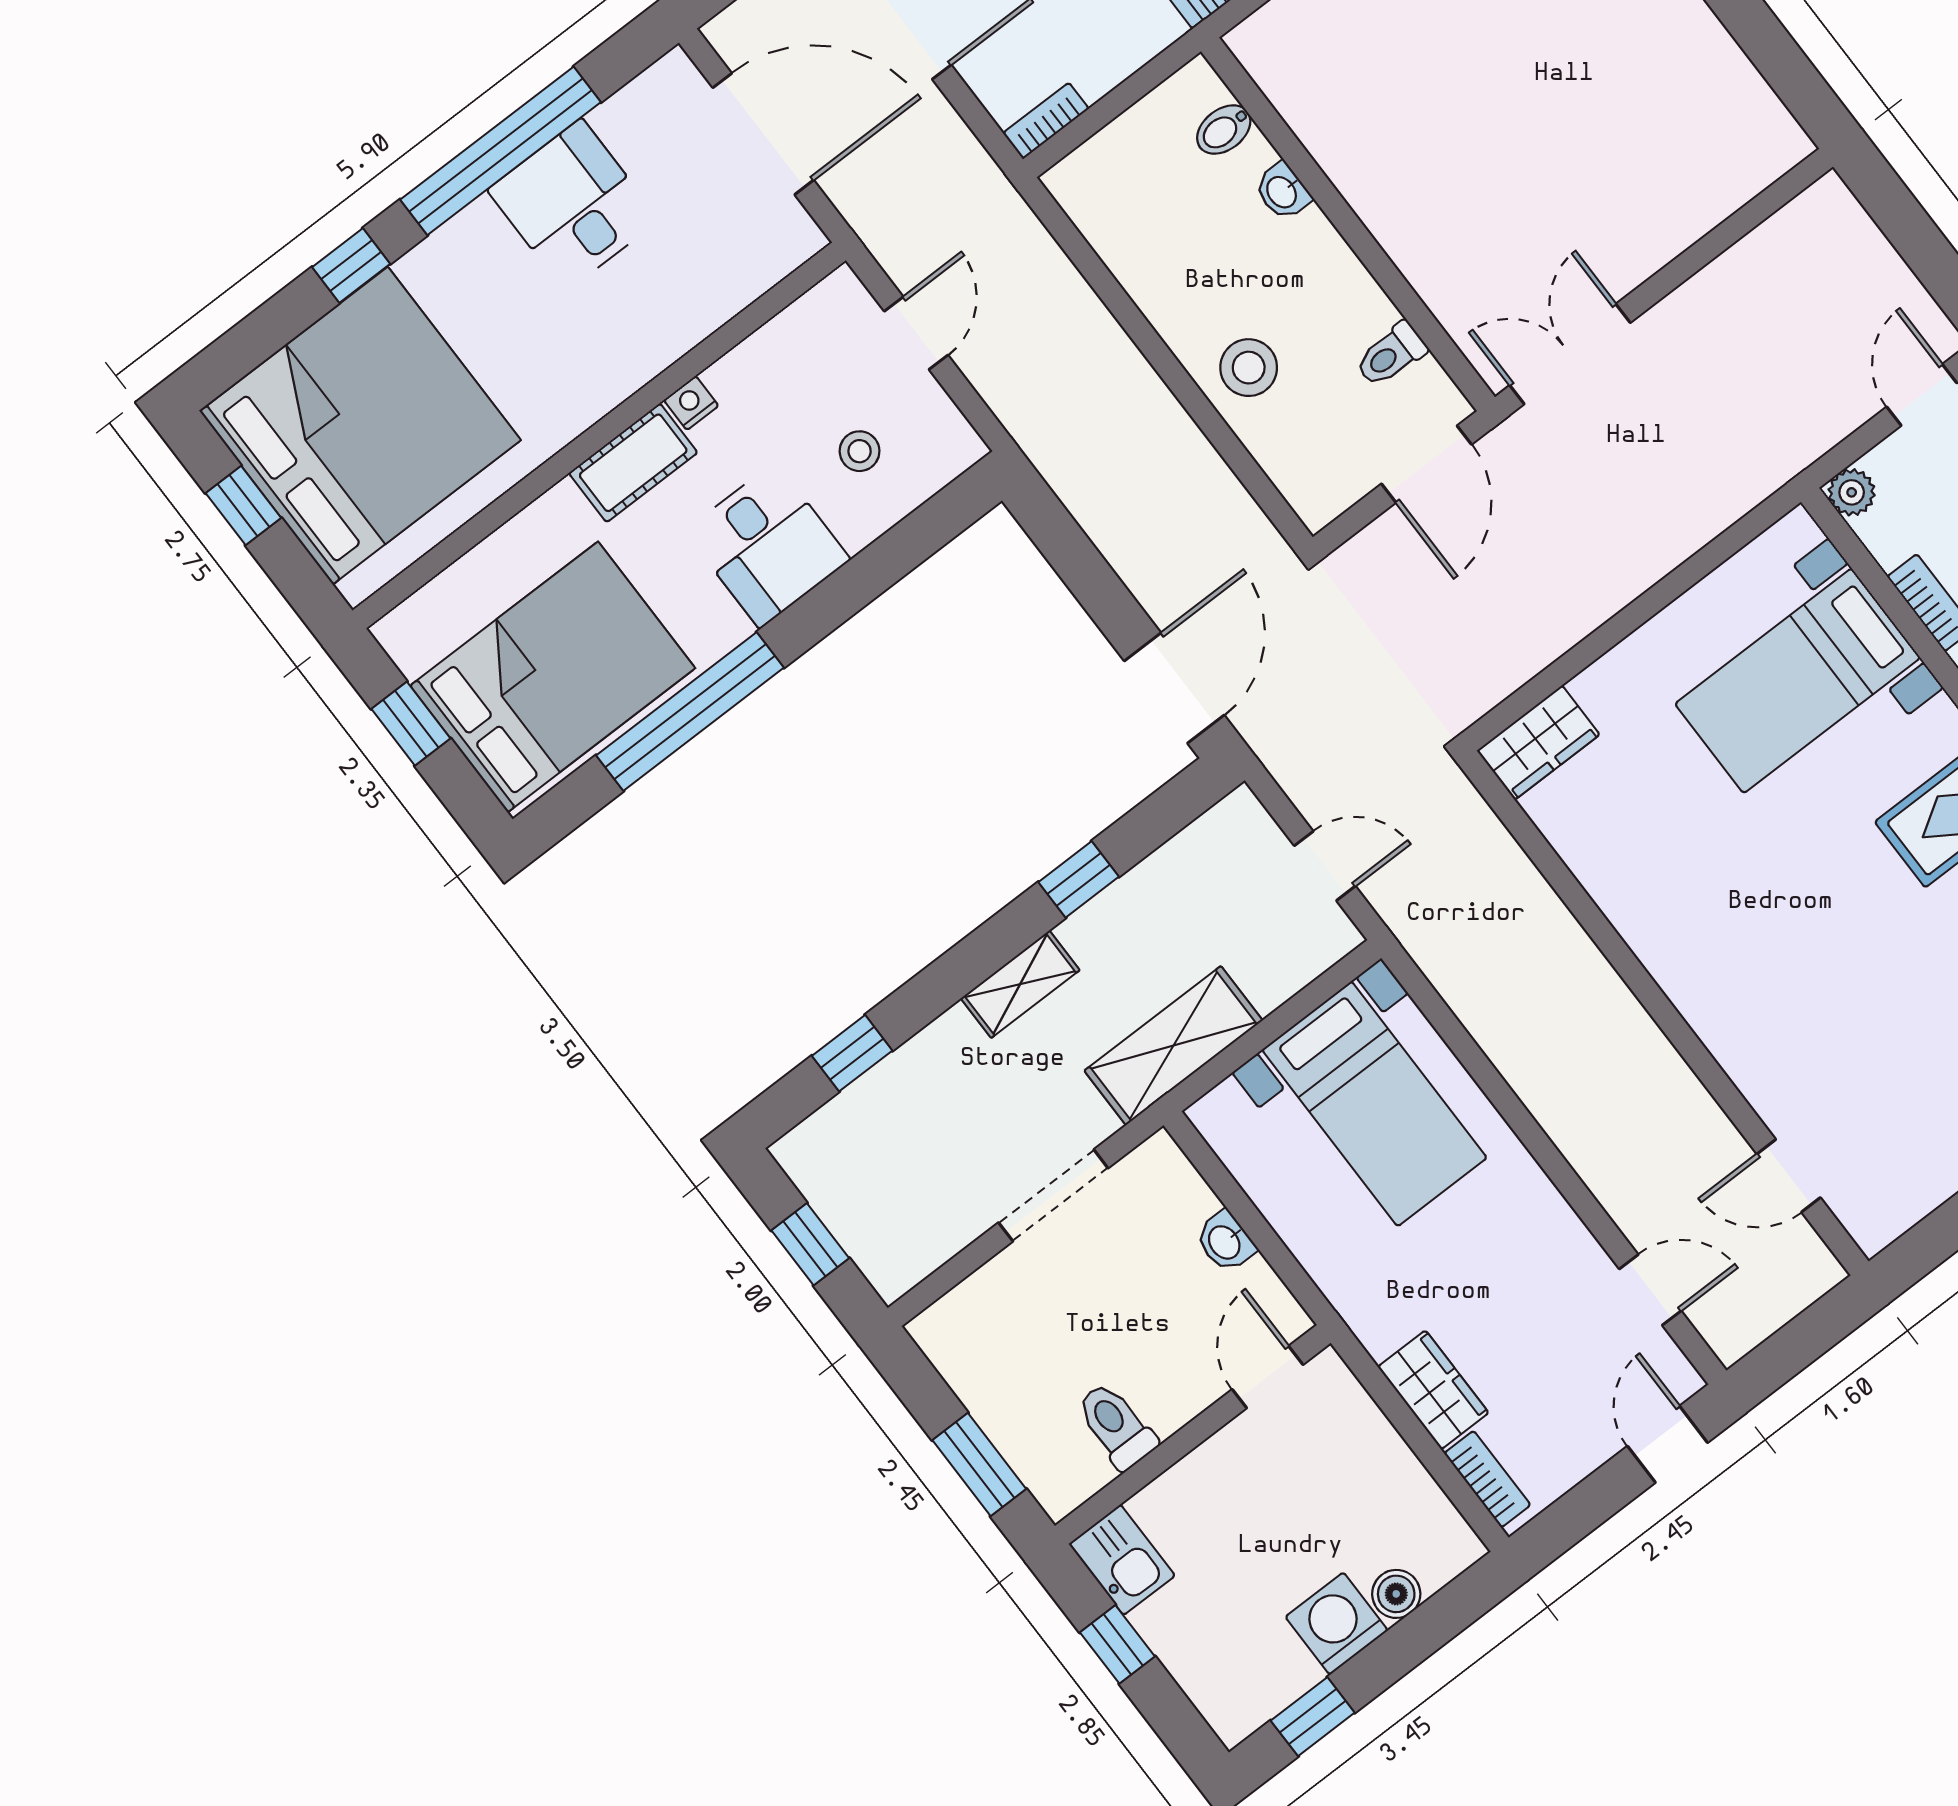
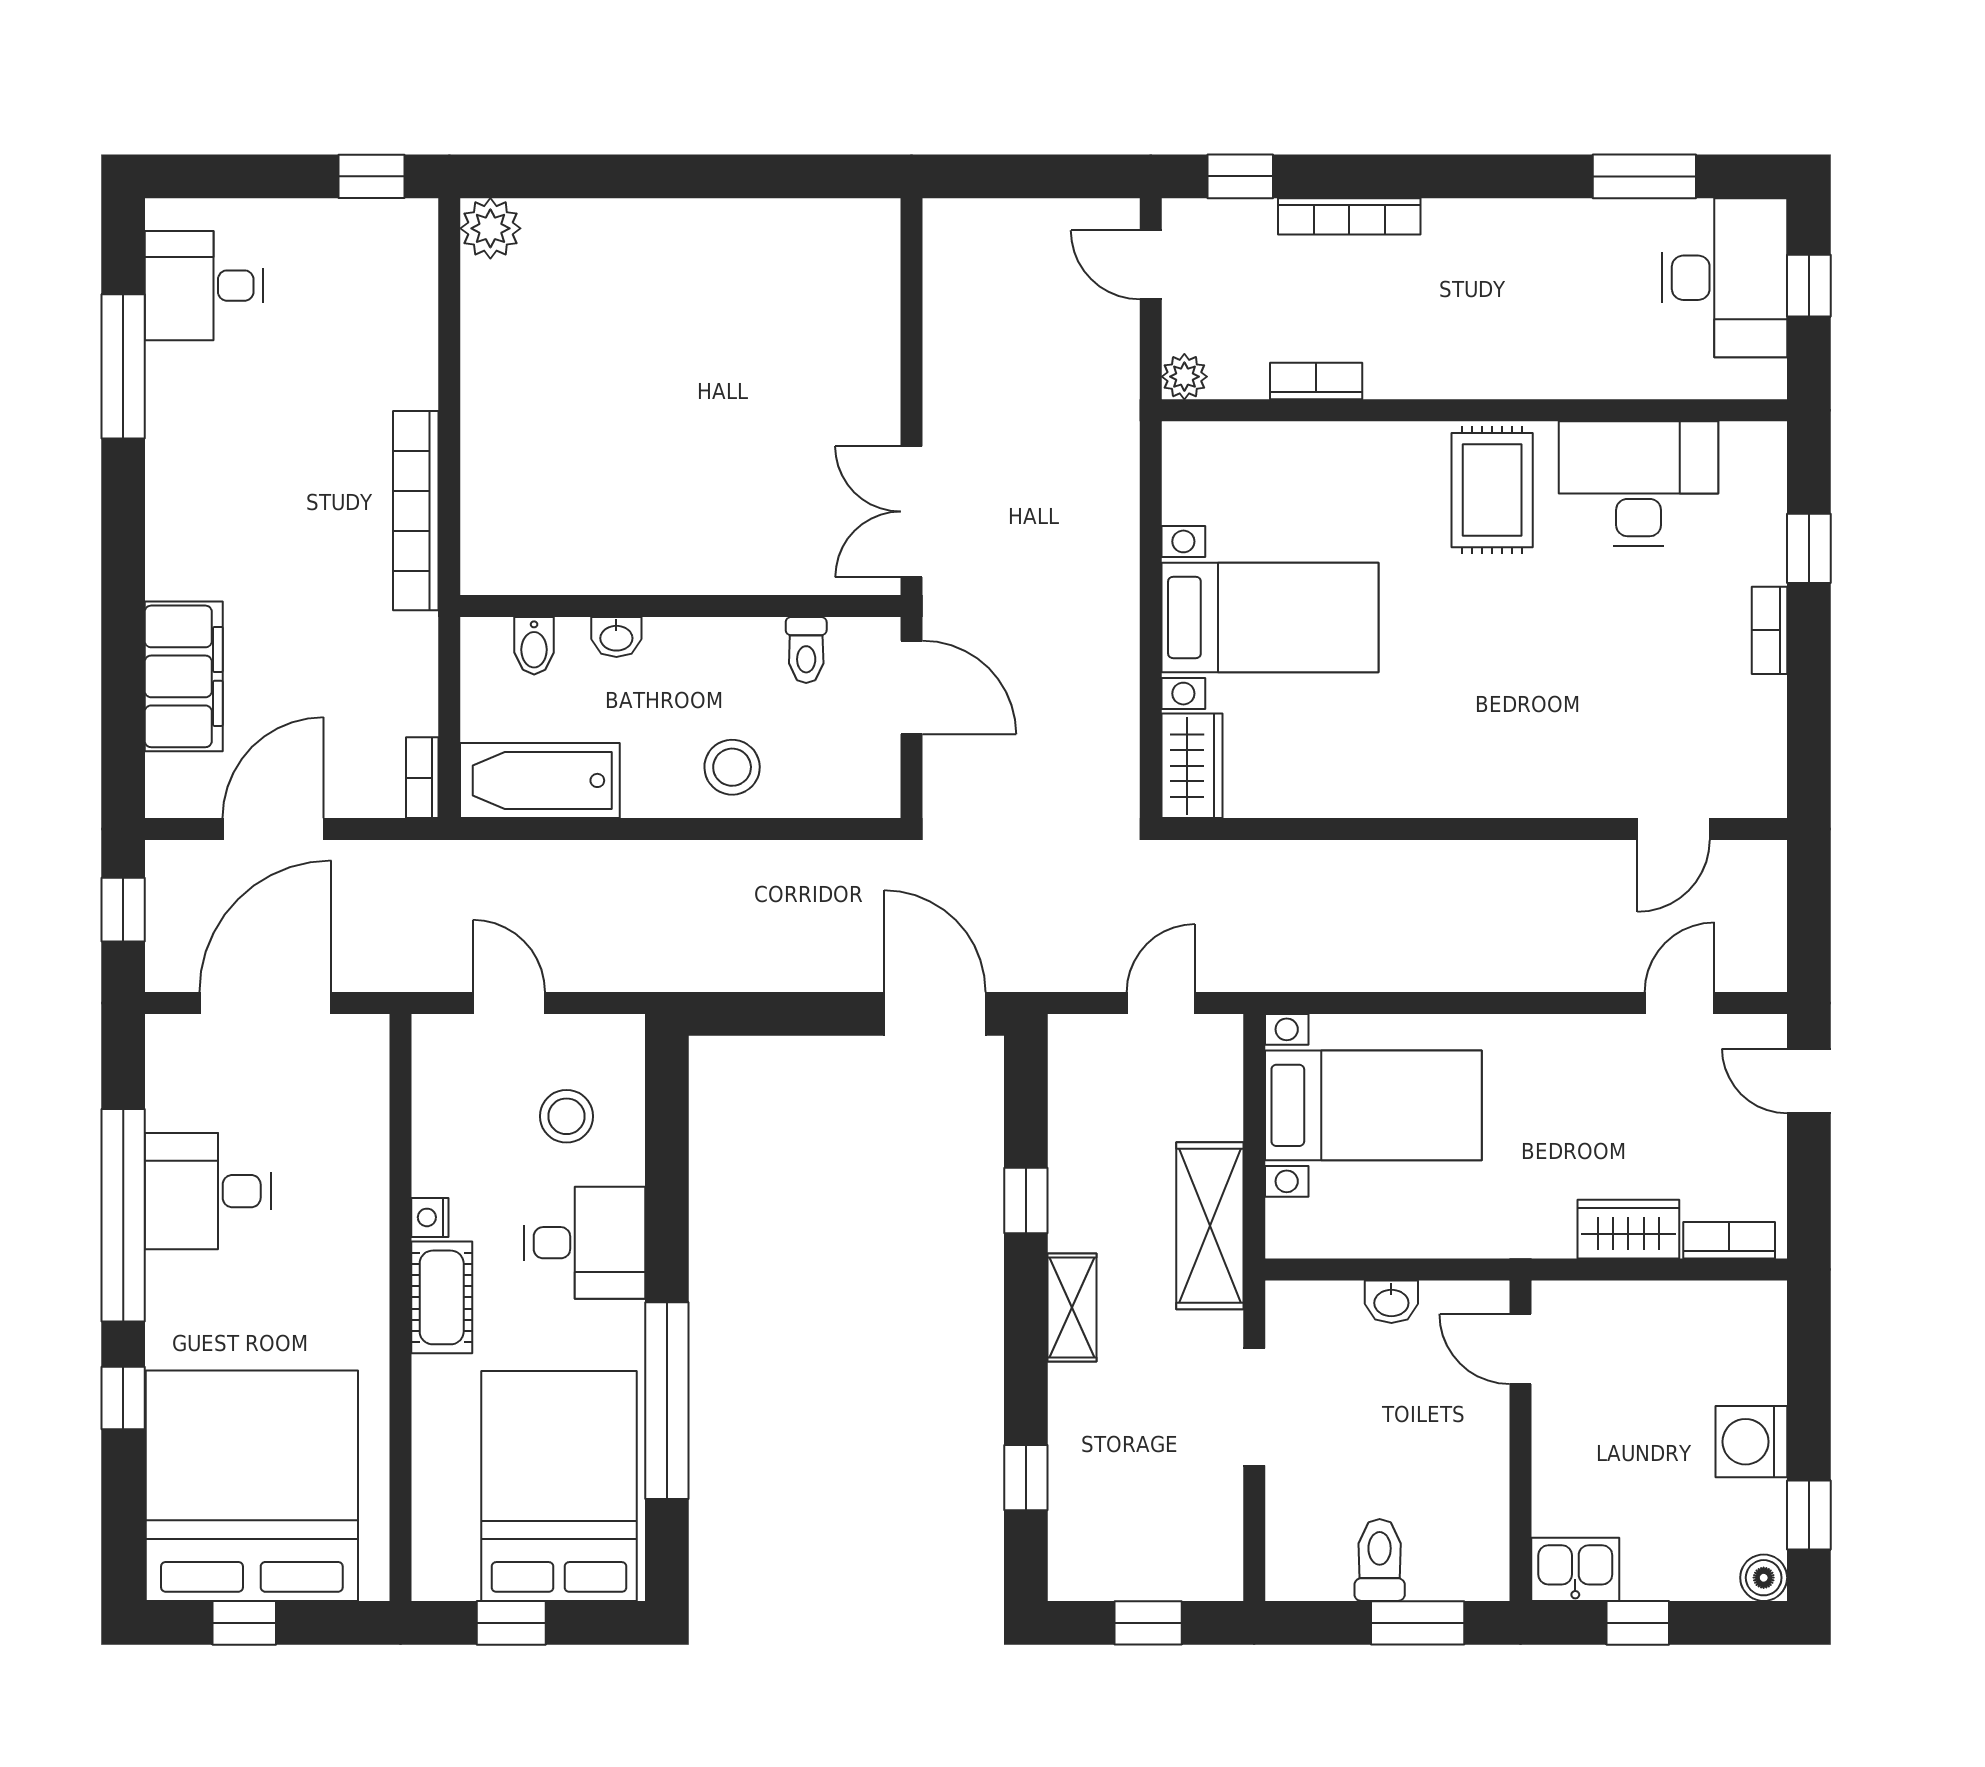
bathtub: (1117, 219) -> (540, 780), added
stool: (860, 451) -> (566, 1116), width x1.37, depth x1.37
bed with nightstands: (1798, 681) -> (1270, 617), moved, turned -90
toilet: (1116, 1426) -> (1380, 1560), moved, turned 90
boiler: (1396, 1594) -> (1764, 1578), moved

